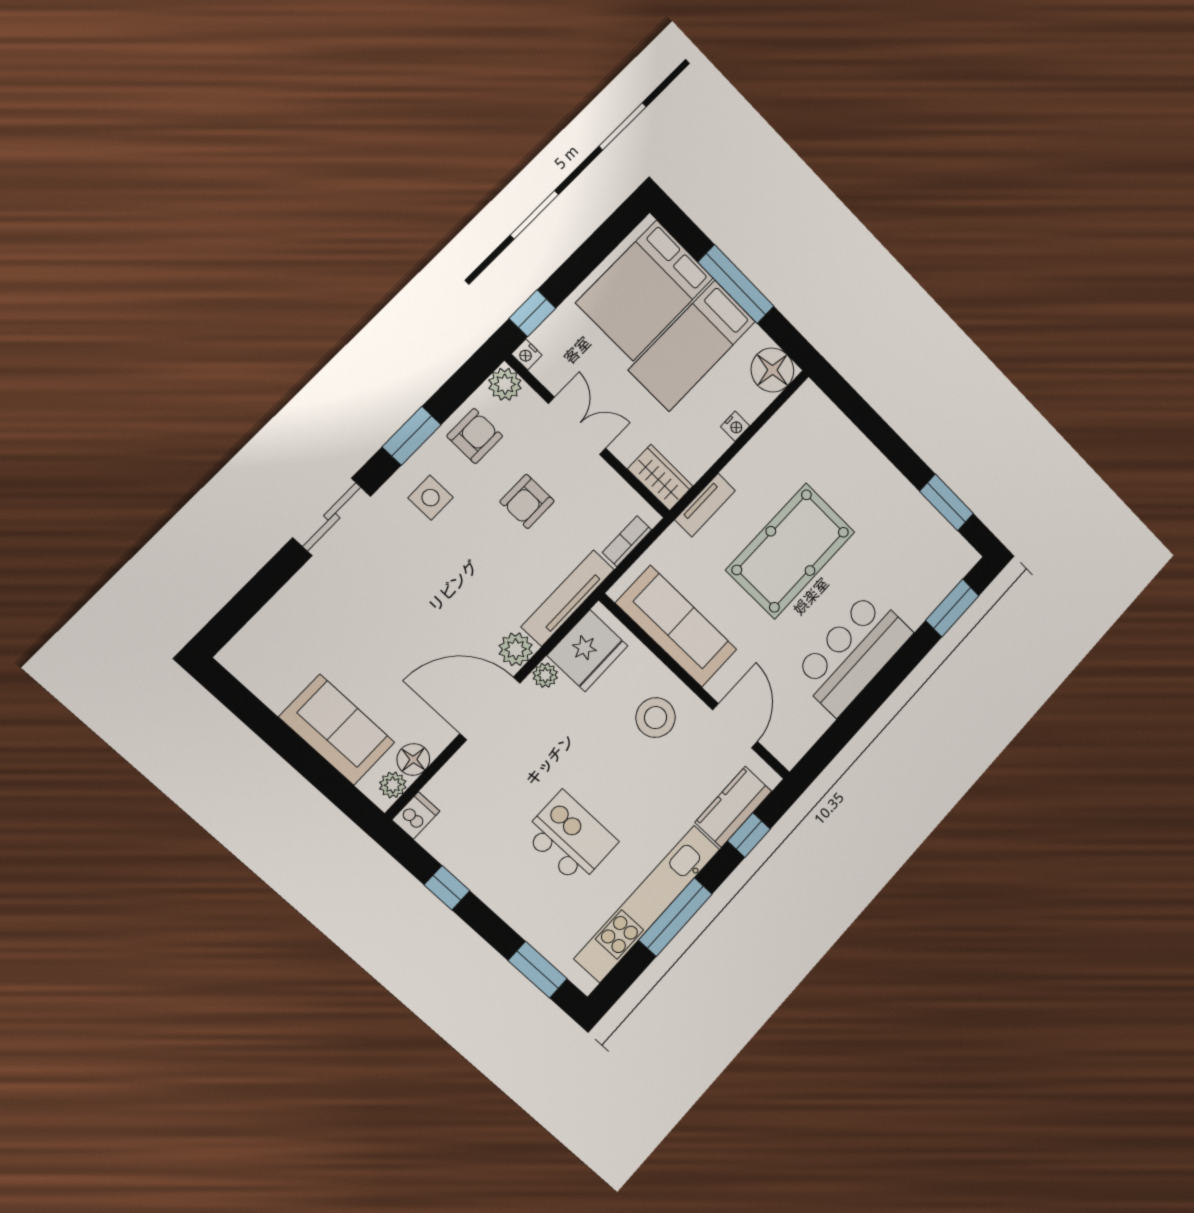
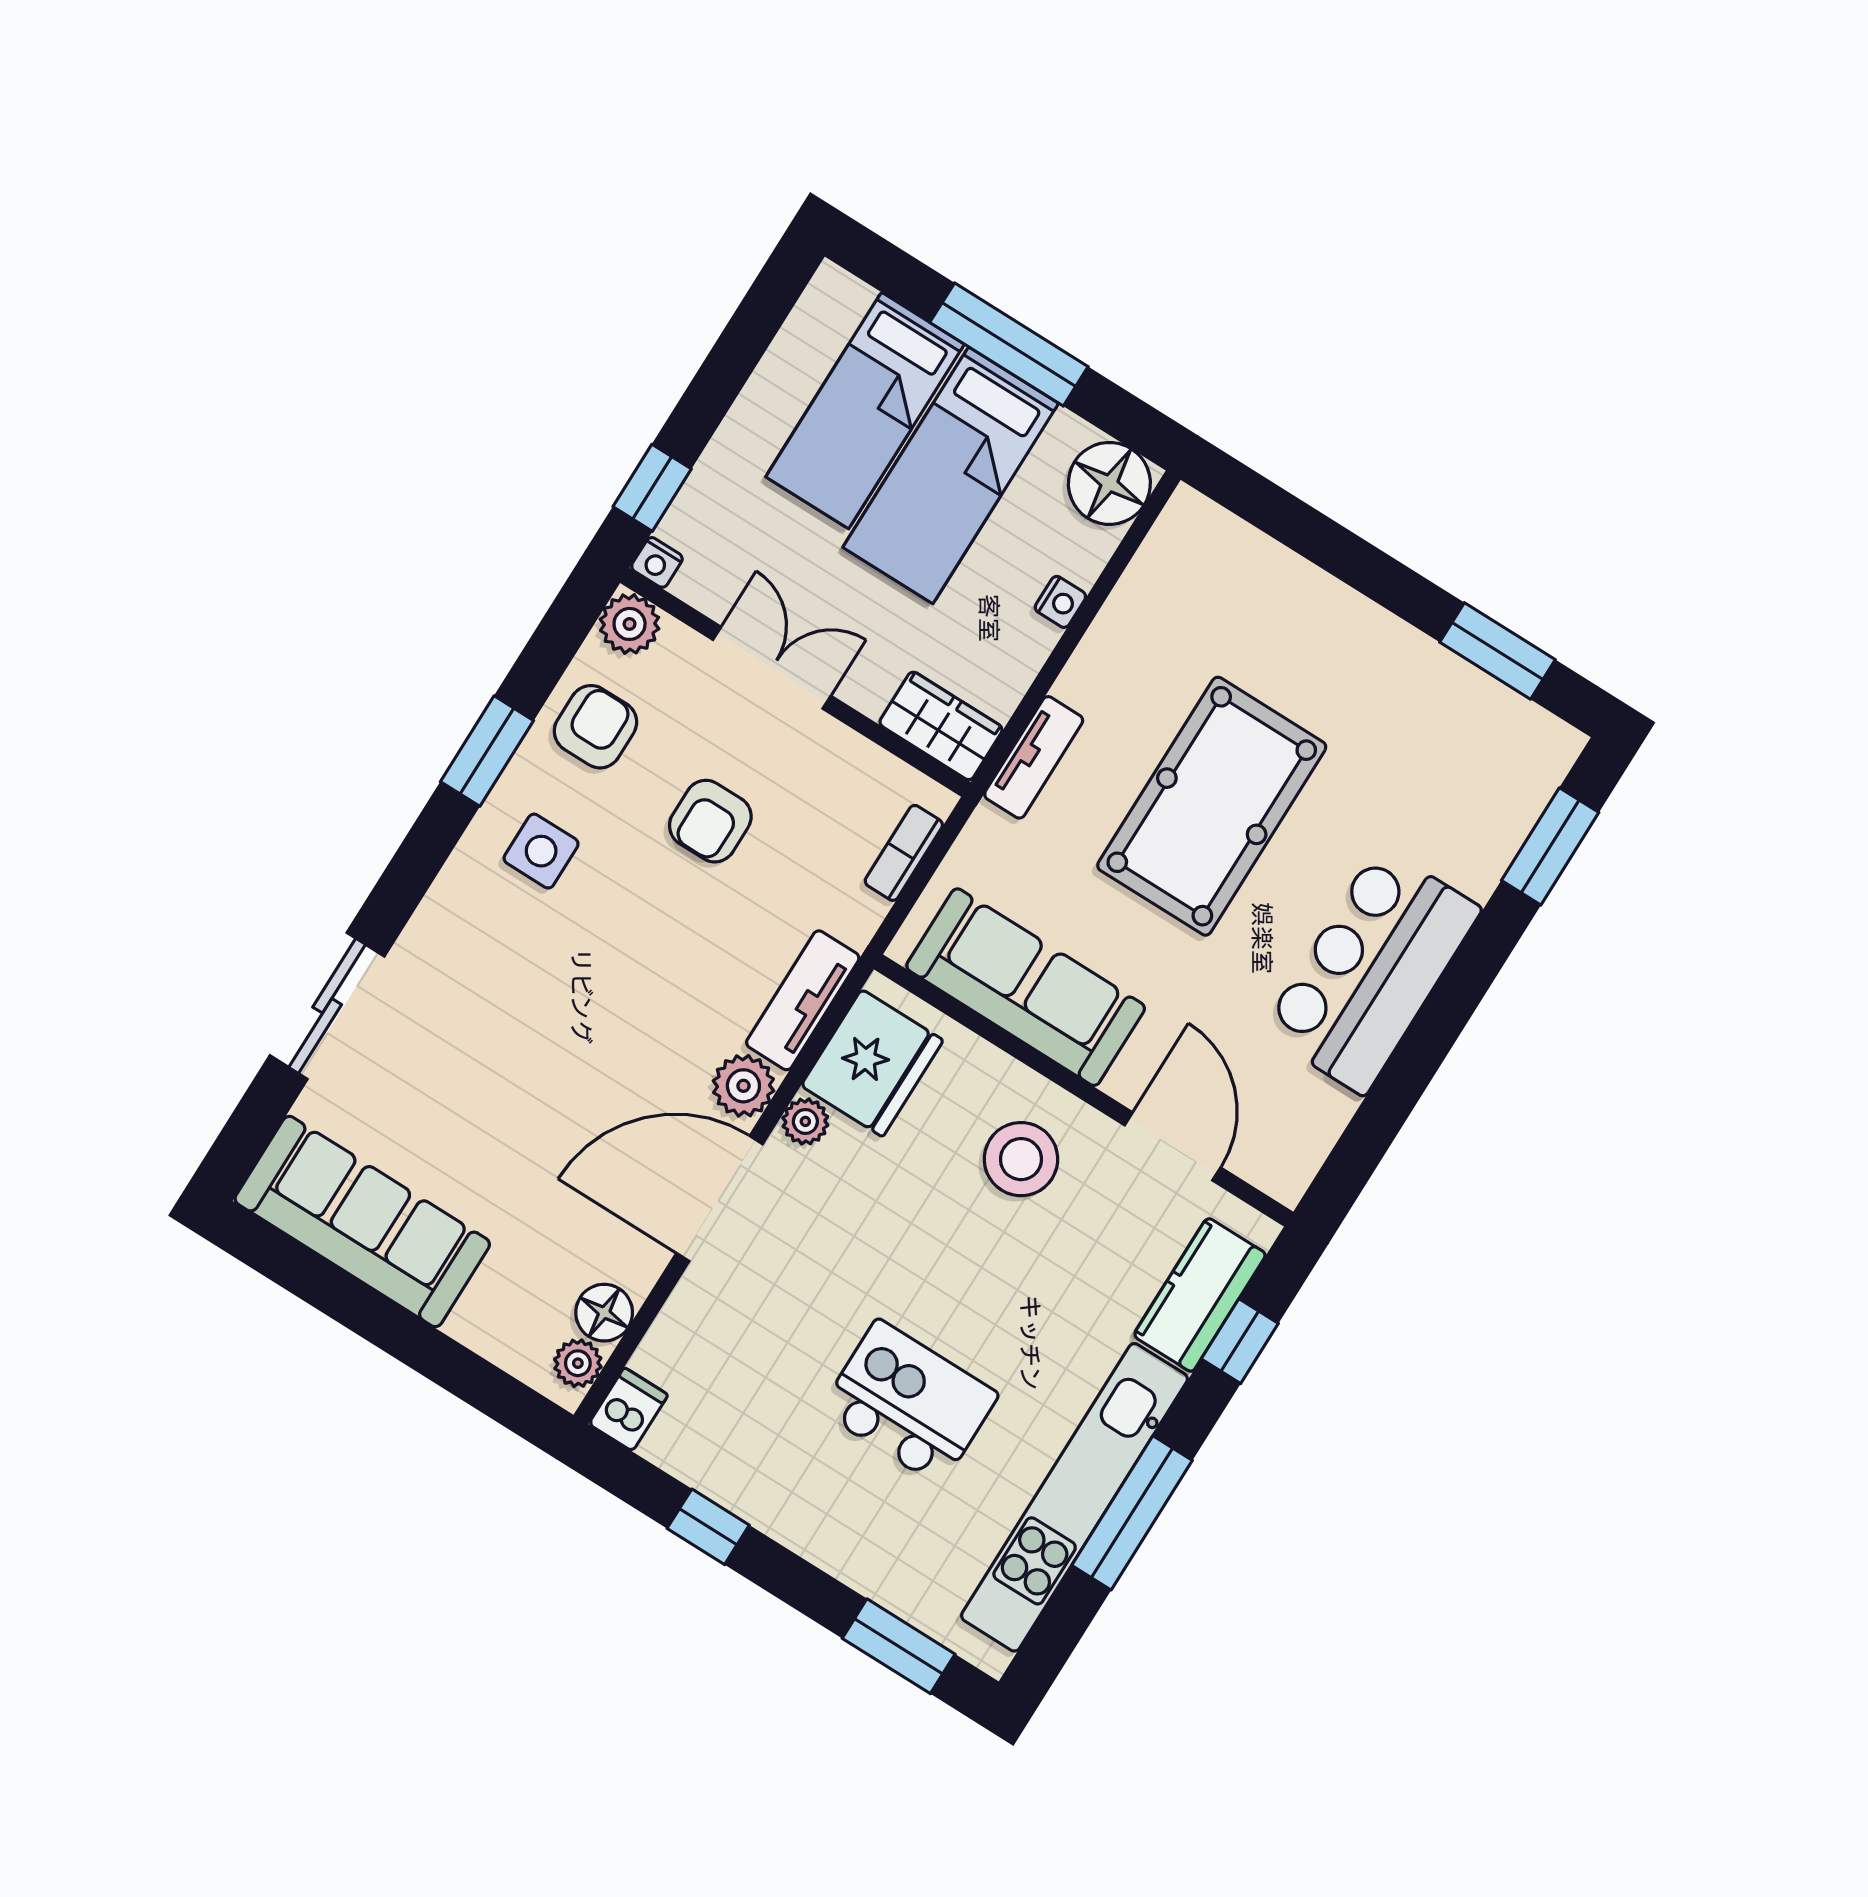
bed: (645, 290) -> (865, 411), width x0.67
sliding door: (332, 517) -> (327, 1006), moved
tv unit: (568, 598) -> (803, 1000), width x0.71
sofa: (337, 730) -> (362, 1222), moved, width x1.36

